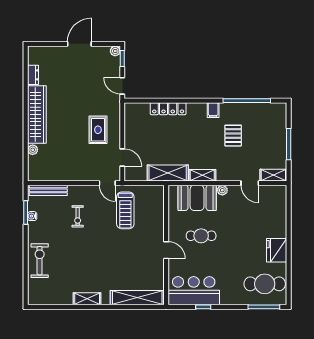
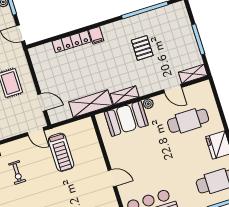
filing cabinet: (213, 110) -> (96, 35), moved
cafe table: (201, 236) -> (188, 121), moved, width x1.37, depth x1.35

